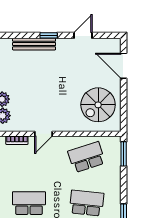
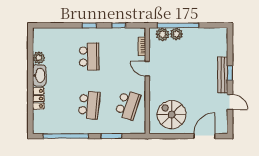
bench: (34, 44) -> (223, 75), moved
window: (124, 154) -> (112, 136), moved
school desk: (87, 157) -> (128, 105), turned 36

